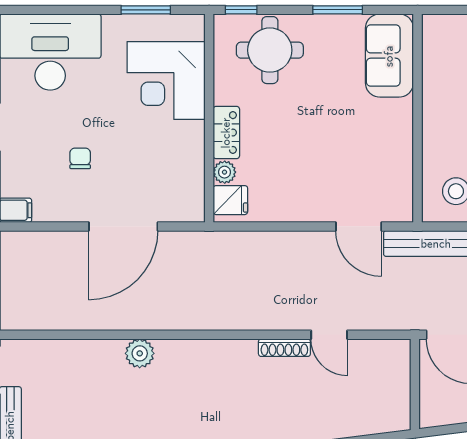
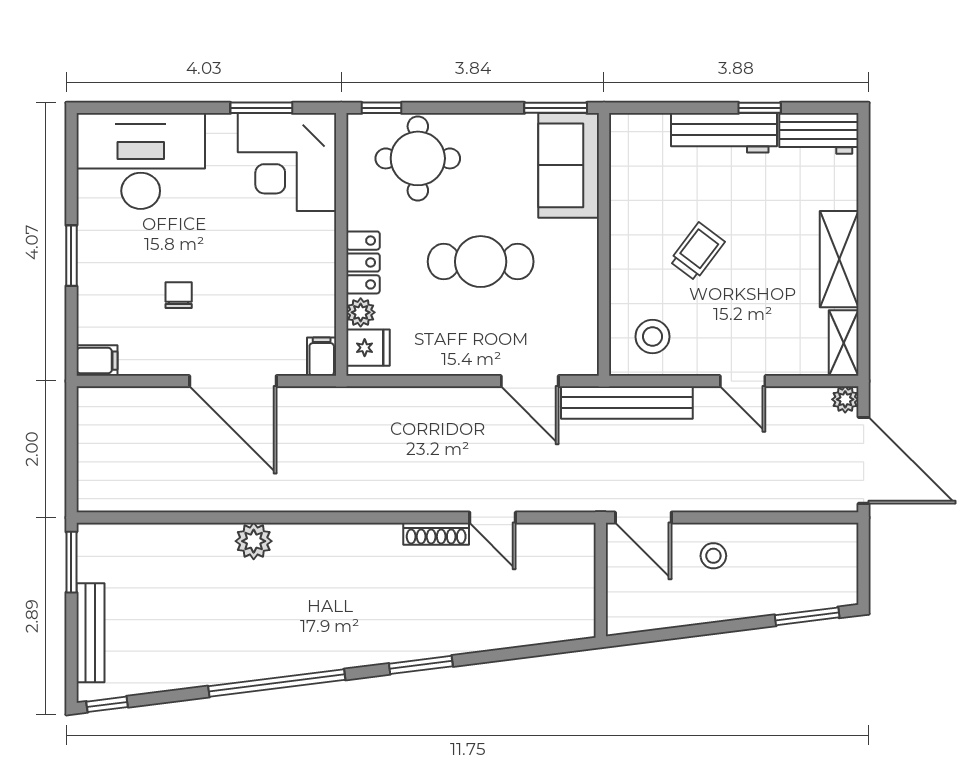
window: (338, 10) -> (556, 108), moved
corner desk: (166, 80) -> (287, 162), moved
cafe table: (320, 132) -> (481, 262), added
filing cabinet: (194, 207) -> (322, 357), added
door: (123, 226) -> (233, 381), hinge flipped

